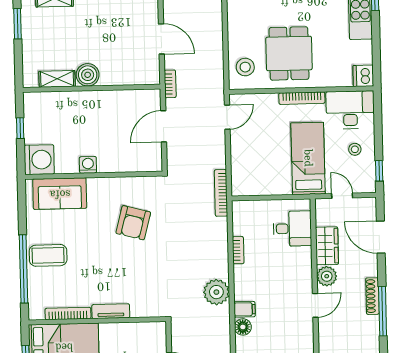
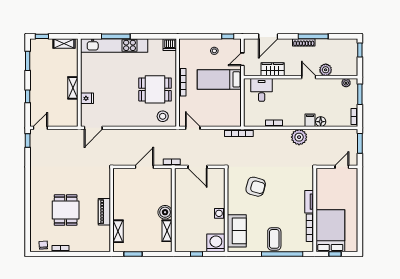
desk: (350, 110) -> (190, 53), removed
plant: (327, 276) -> (326, 70), moved

